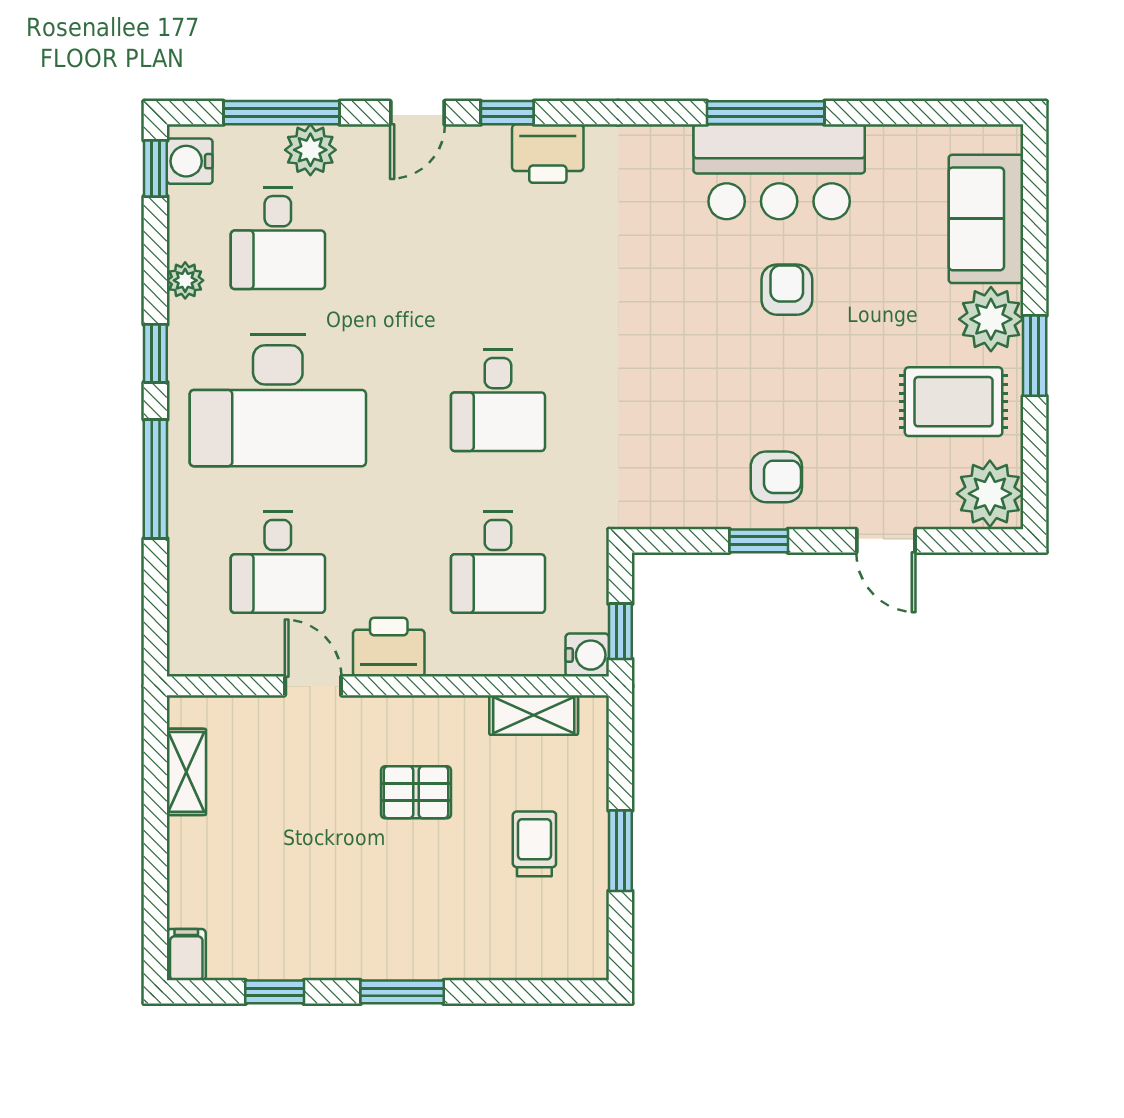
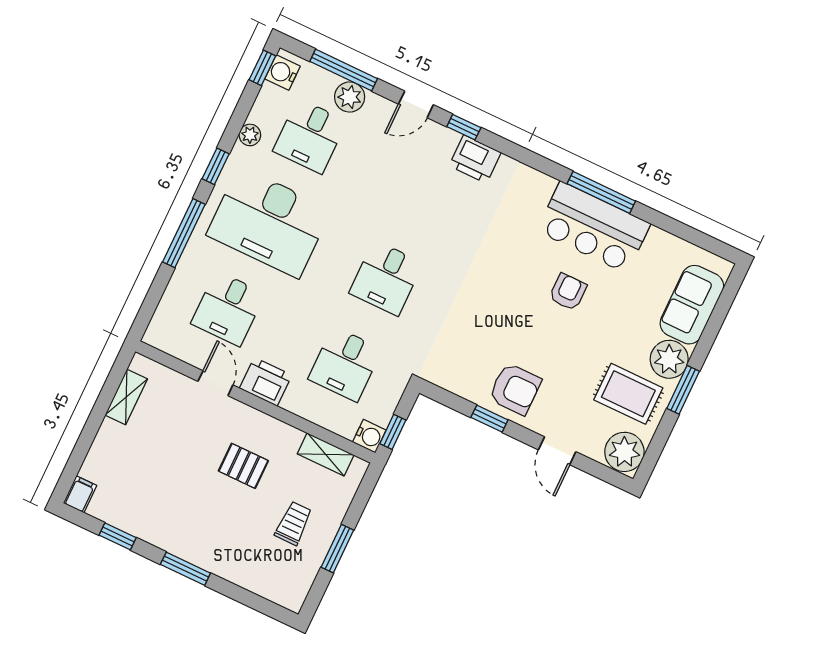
armchair: (776, 477) -> (515, 389), width x1.38, depth x1.38

